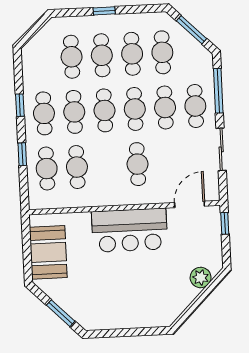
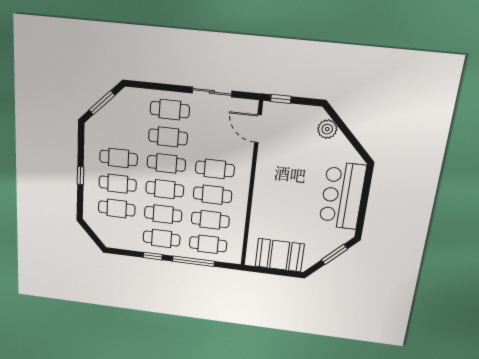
cafe table: (162, 52) -> (213, 195), moved
window: (218, 91) -> (158, 87), removed
window: (22, 154) -> (193, 261), width x2.17
bar counter: (130, 230) -> (342, 196), moved, turned 180

